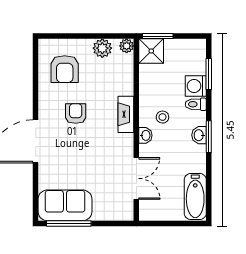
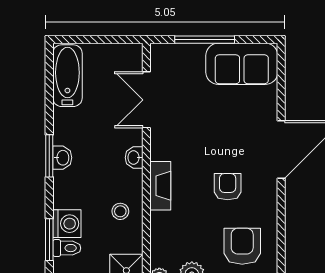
toilet: (196, 104) -> (67, 248), moved
armchair: (76, 114) -> (228, 187), turned 180
stool: (162, 117) -> (120, 211), moved
window: (69, 223) -> (205, 40), moved

